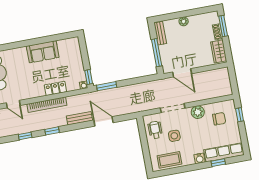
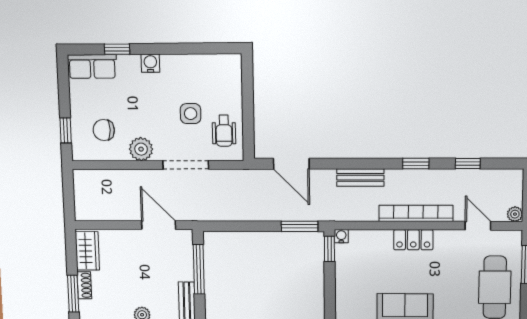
locker: (55, 88) -> (413, 240), moved
door: (103, 121) -> (291, 164), moved
row of seats: (224, 152) -> (92, 66), width x0.68
coffee table: (169, 160) -> (207, 70), removed

